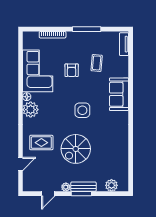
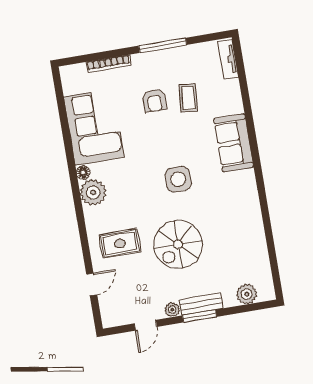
armchair: (72, 70) -> (154, 100), moved

